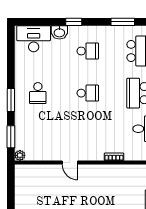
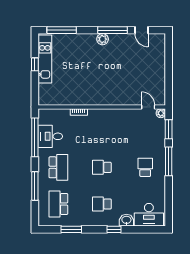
window: (11, 100) -> (169, 161), width x1.44
door: (70, 163) -> (148, 107), moved

